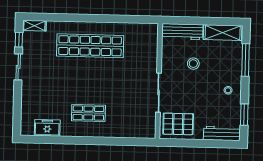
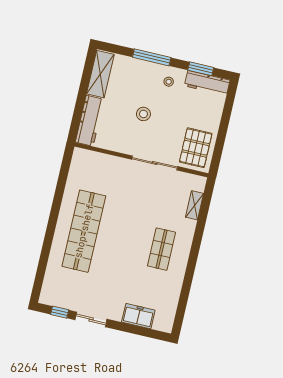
shelving: (34, 26) -> (195, 205), moved
window: (246, 60) -> (152, 57), moved
stool: (193, 64) -> (143, 114), moved
freezer: (47, 128) -> (138, 316), moved, turned 90
workbench: (222, 133) -> (207, 83), moved, turned -90

